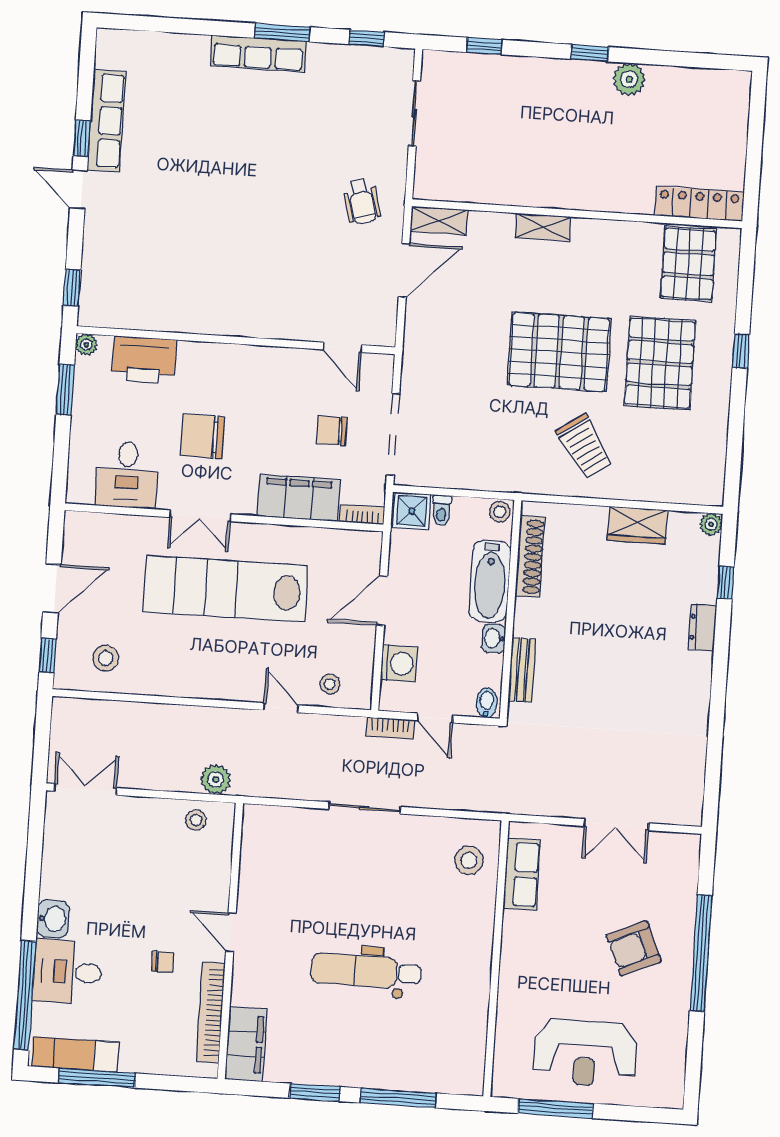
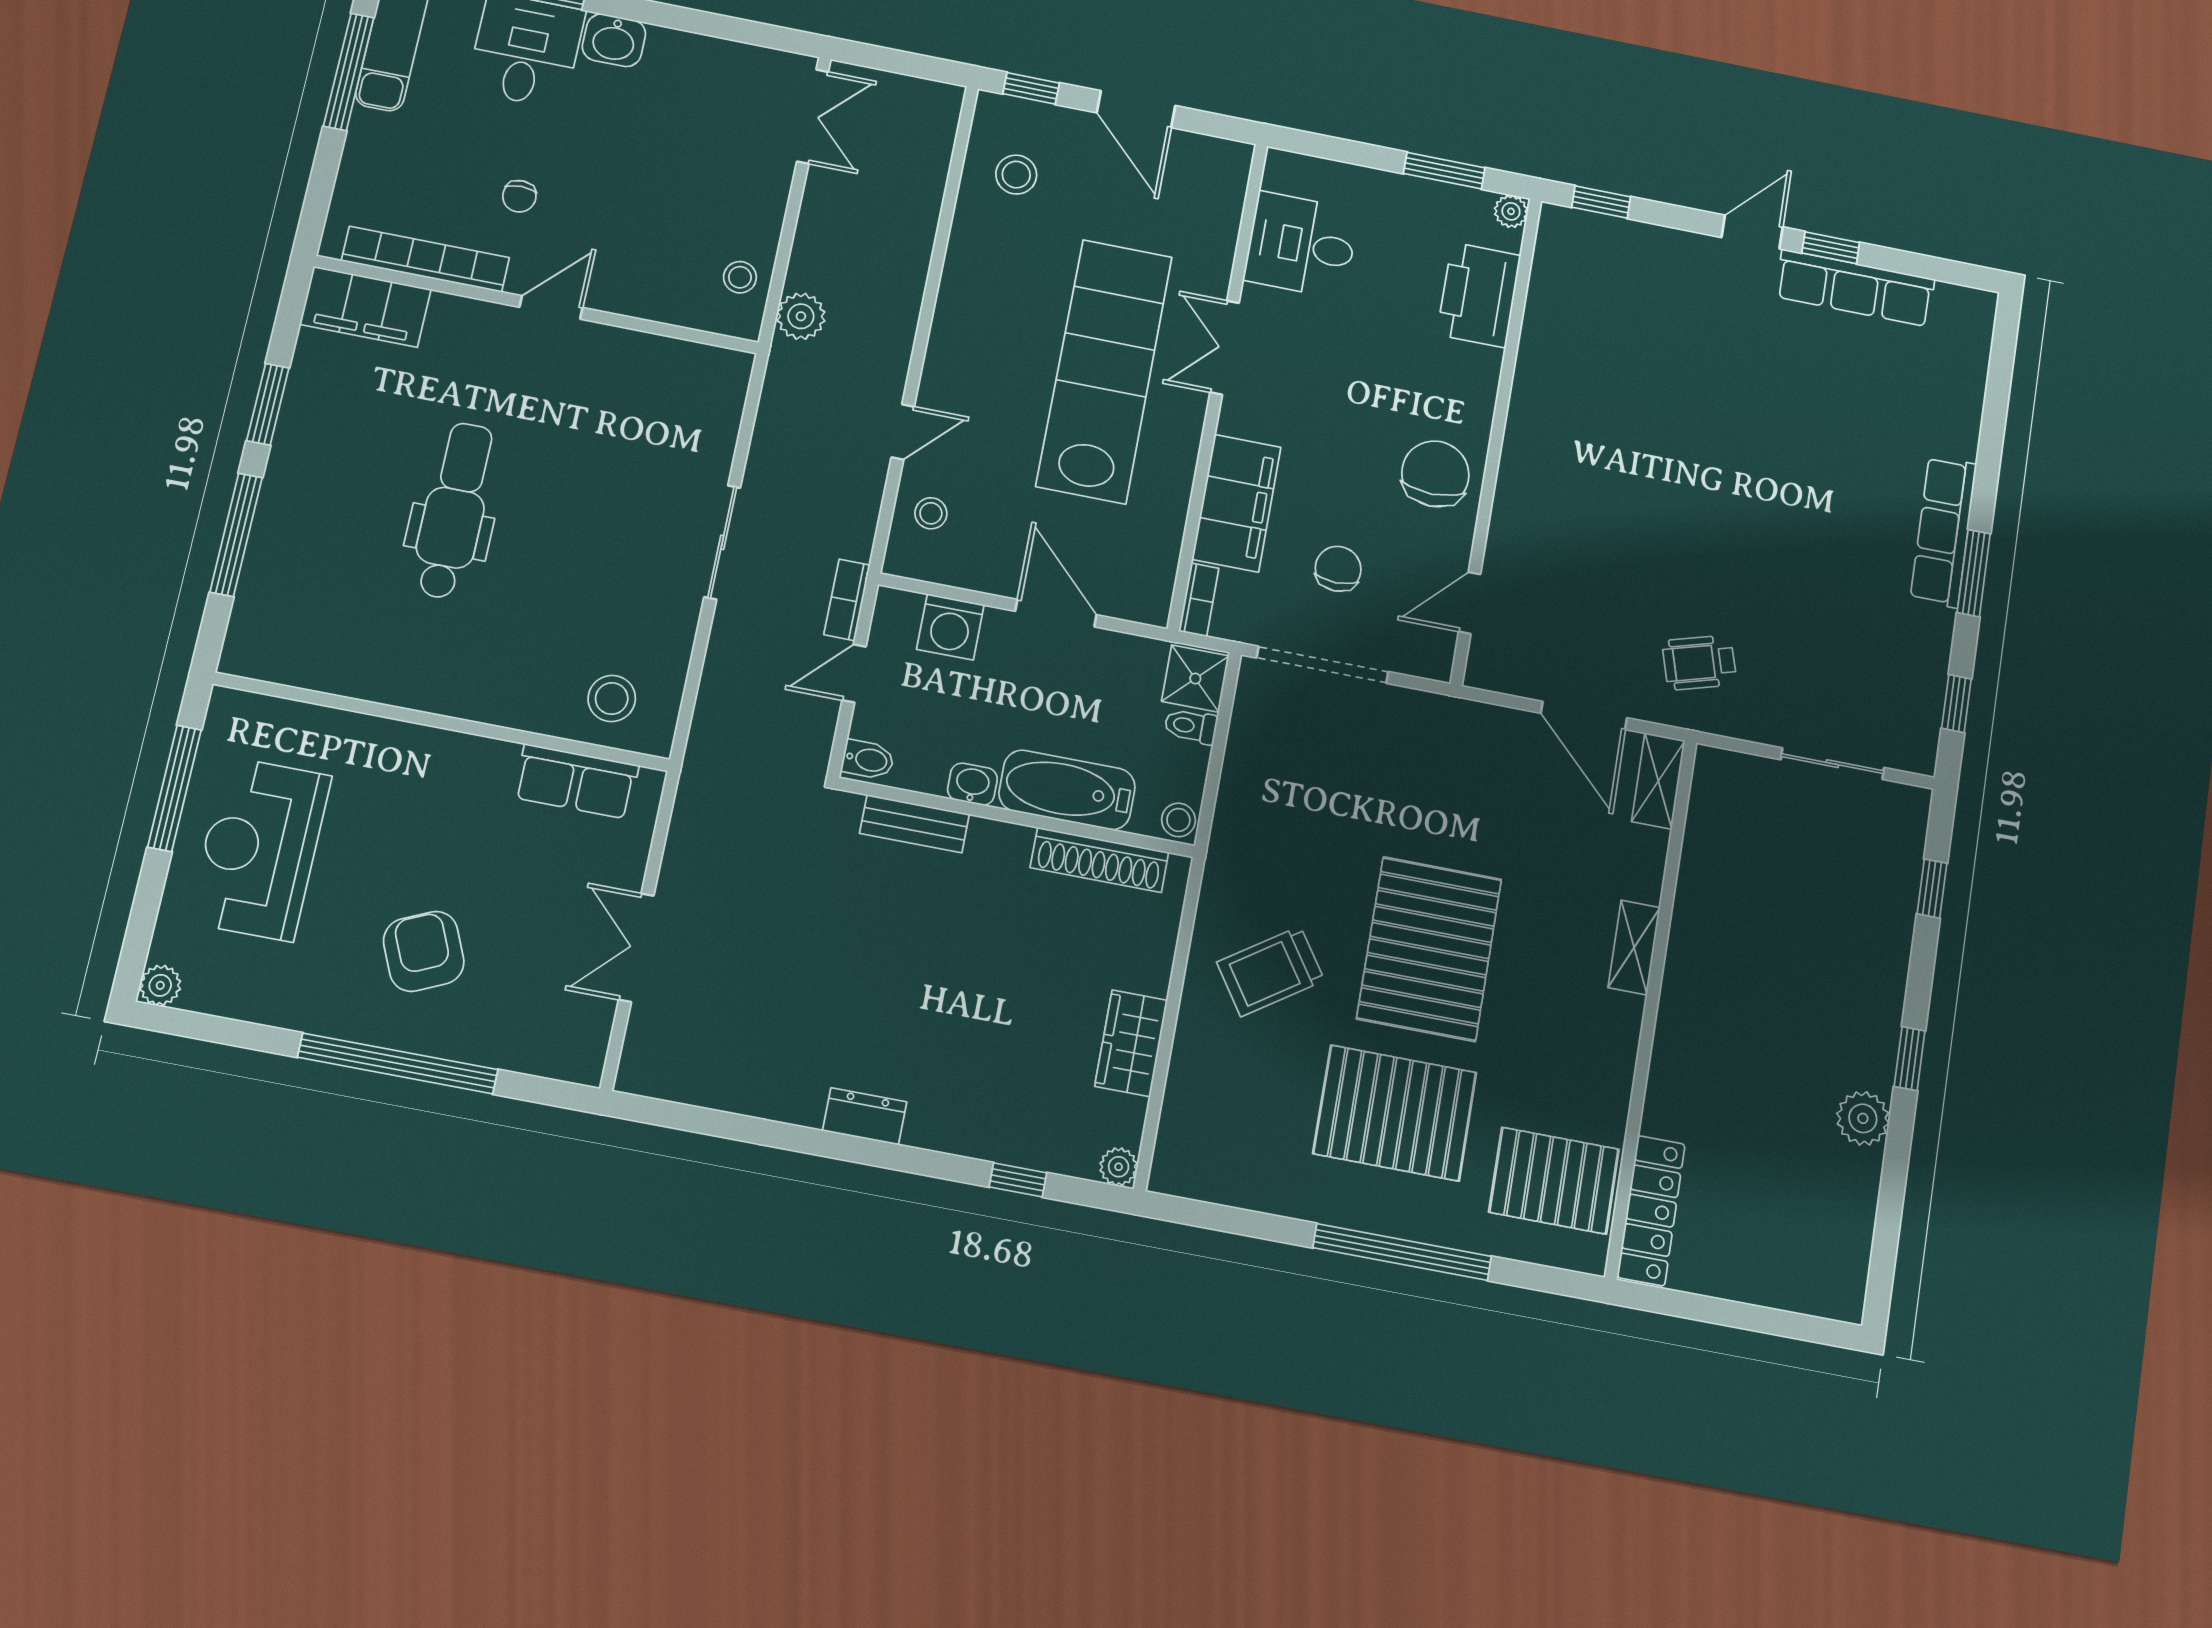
window: (741, 351) -> (1402, 1252), width x3.17
chair: (202, 436) -> (1435, 474), moved
dresser: (703, 627) -> (865, 1116), moved
plant: (672, 1097) -> (160, 985), added

